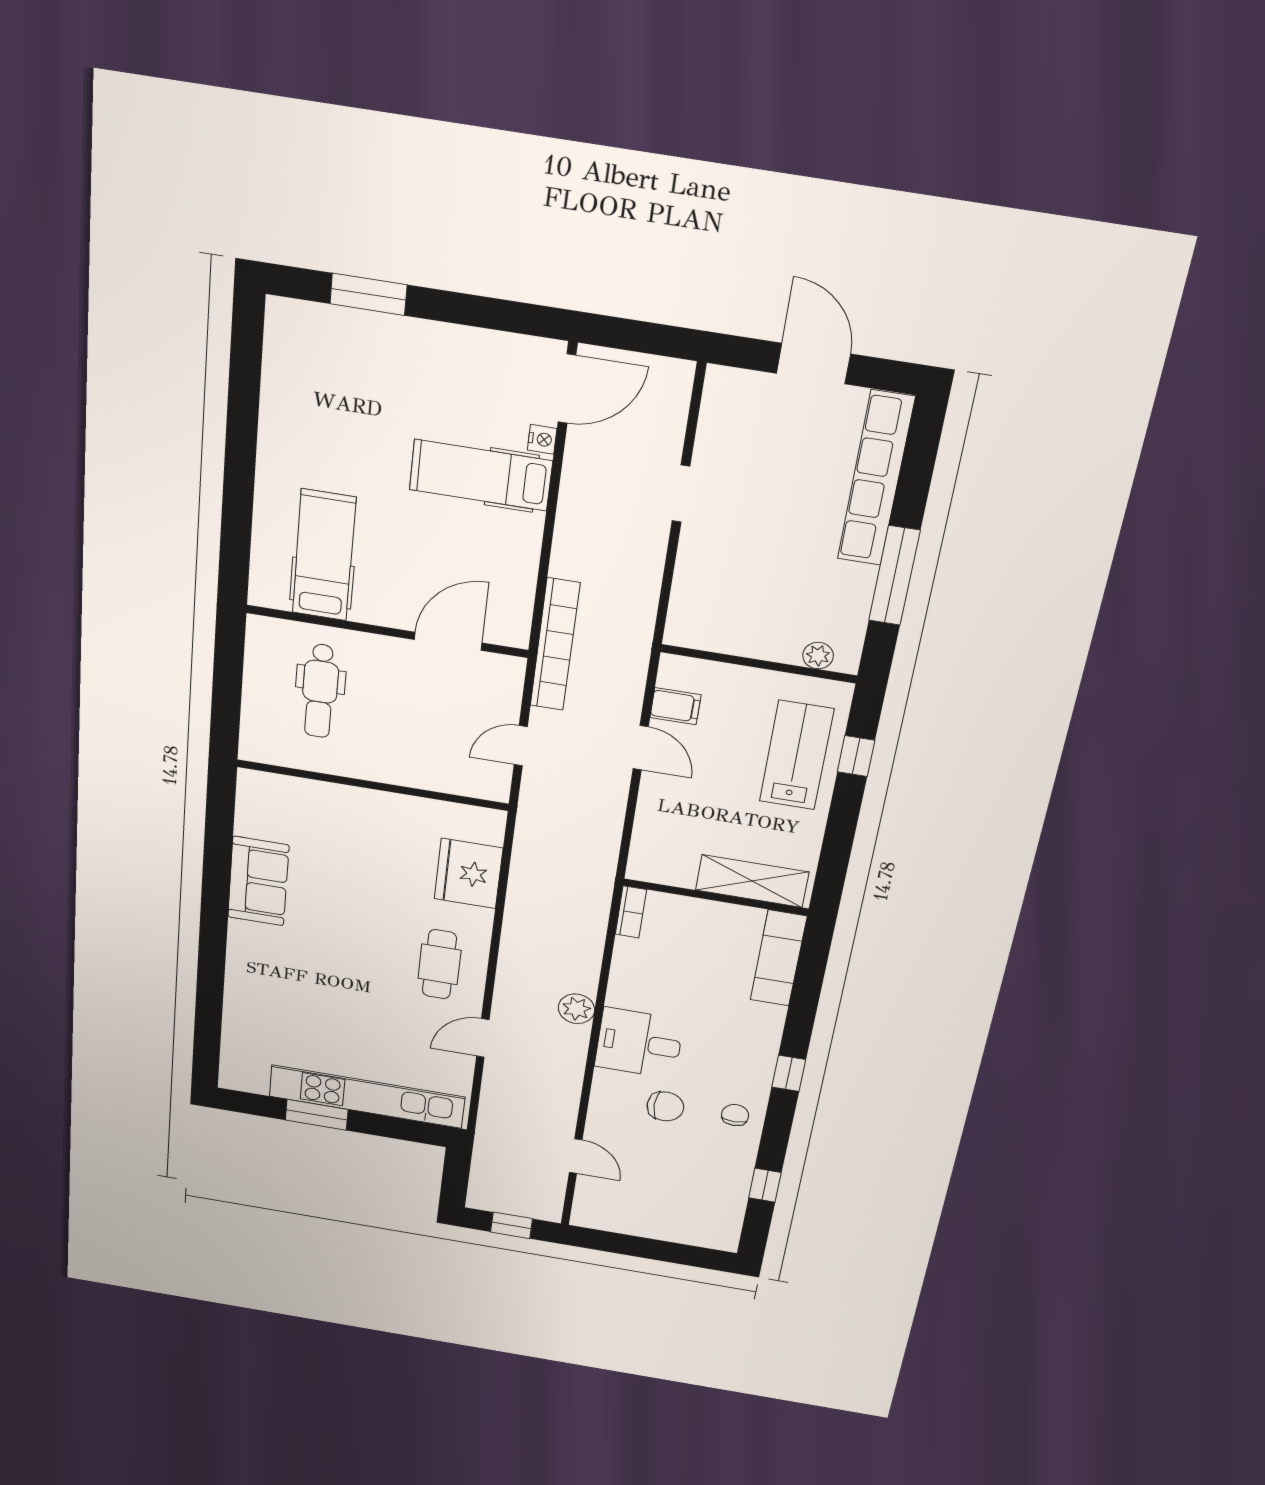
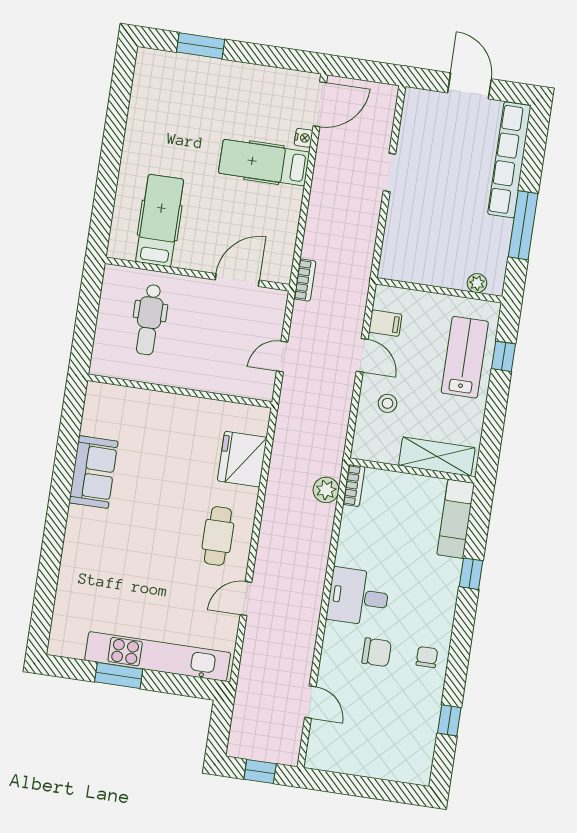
bookcase: (555, 645) -> (305, 280), width x0.43, depth x0.76
stool: (679, 811) -> (388, 403), added
plant: (576, 1009) -> (326, 490), moved
window: (789, 1073) -> (471, 574), moved

